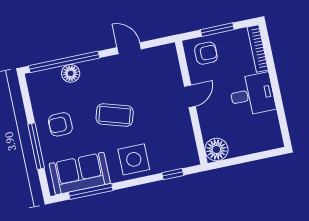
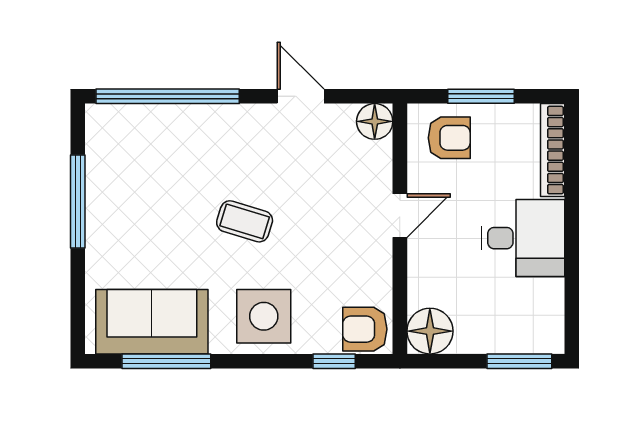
floor lamp: (71, 73) -> (375, 121), moved
coffee table: (115, 115) -> (245, 221), width x0.73, depth x0.77
armchair: (60, 124) -> (365, 329), moved
window: (36, 146) -> (78, 201), moved
window: (263, 155) -> (519, 361), added

